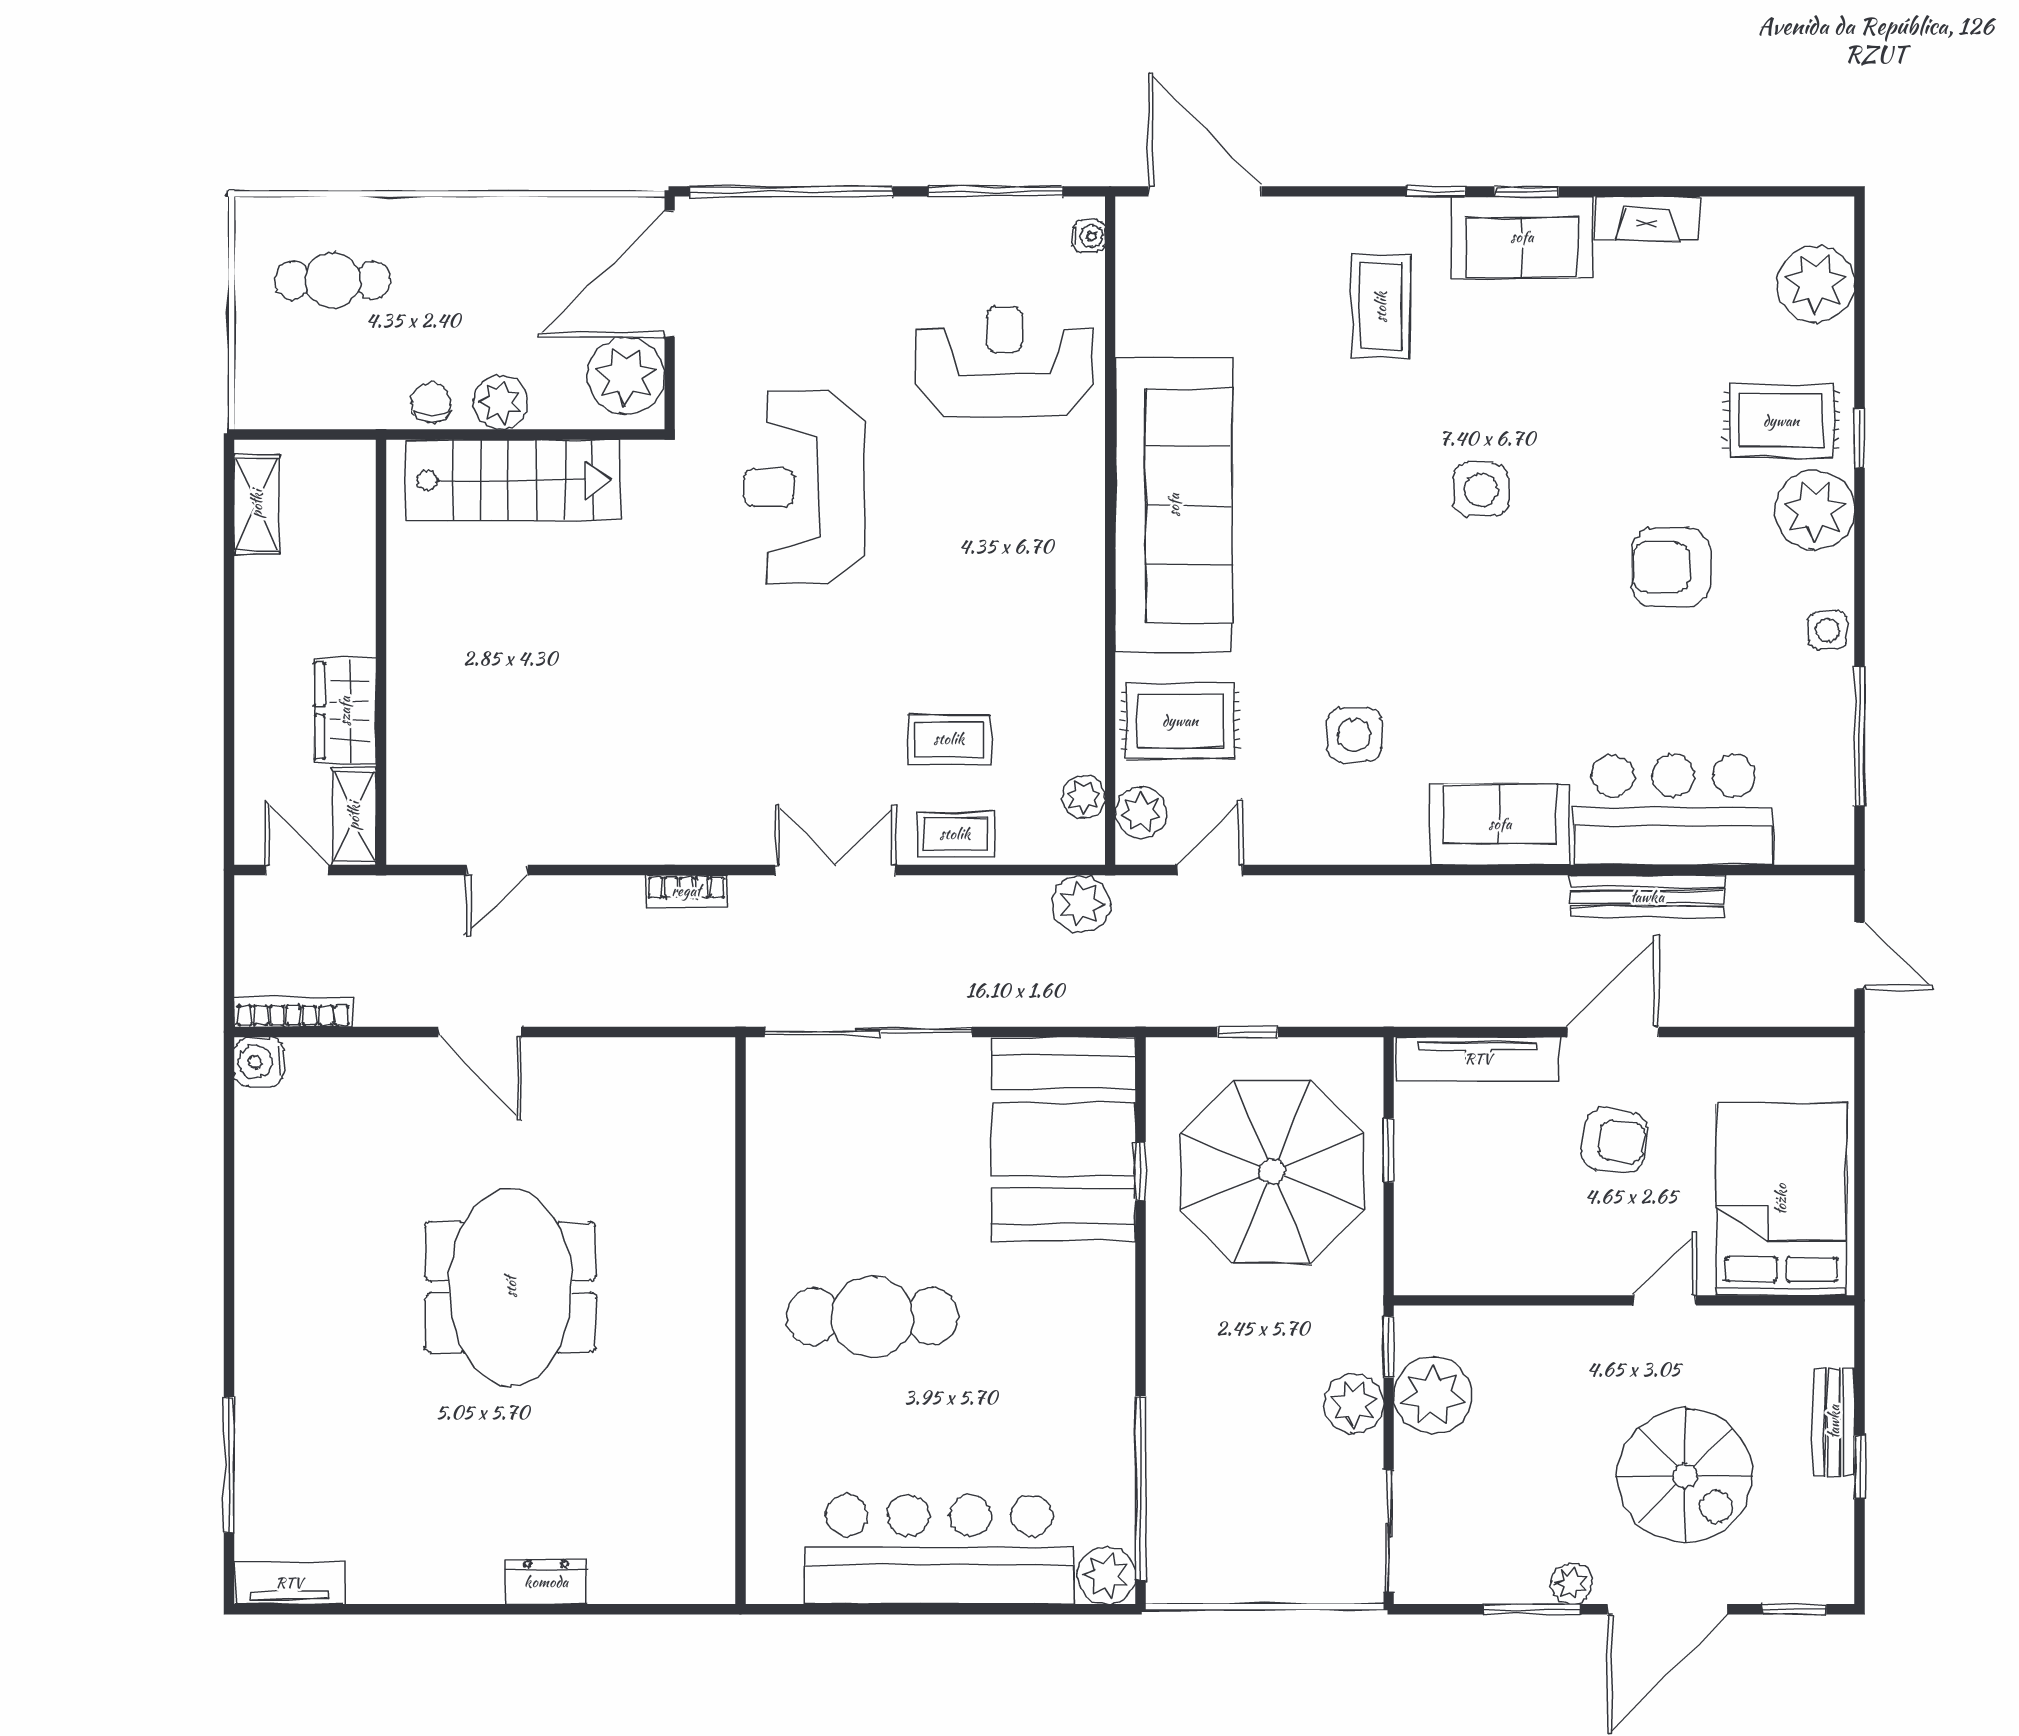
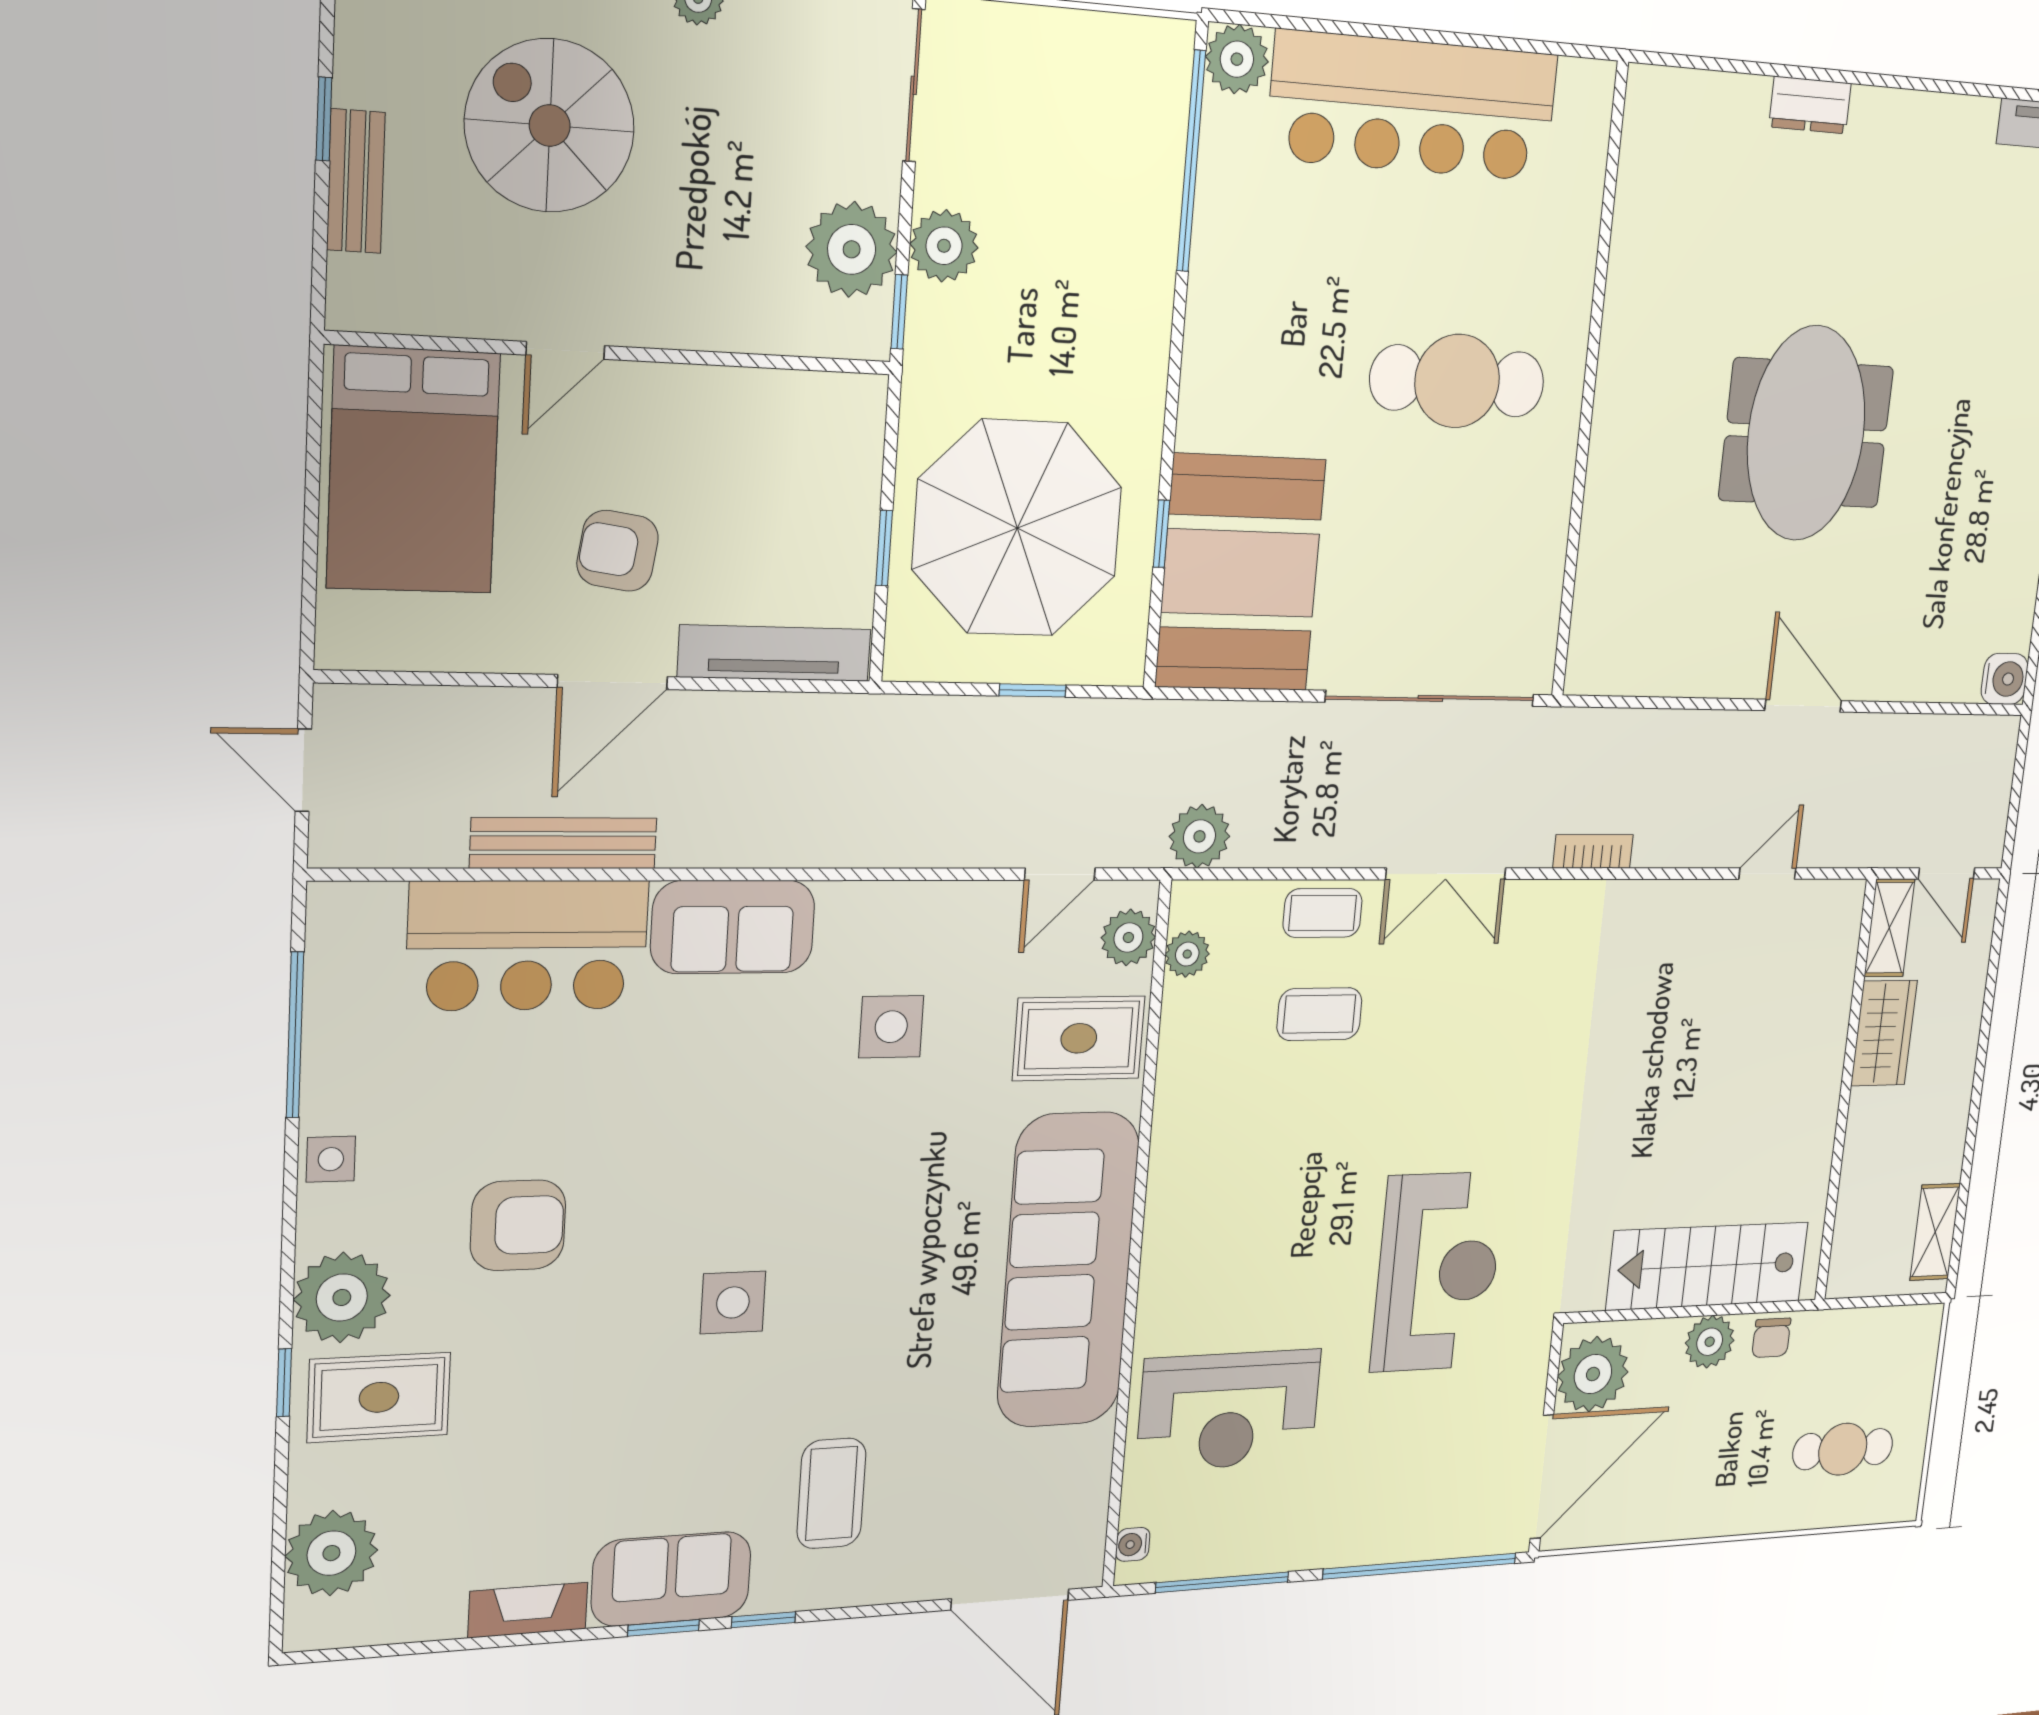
bookcase: (293, 1012) -> (1968, 730), removed

